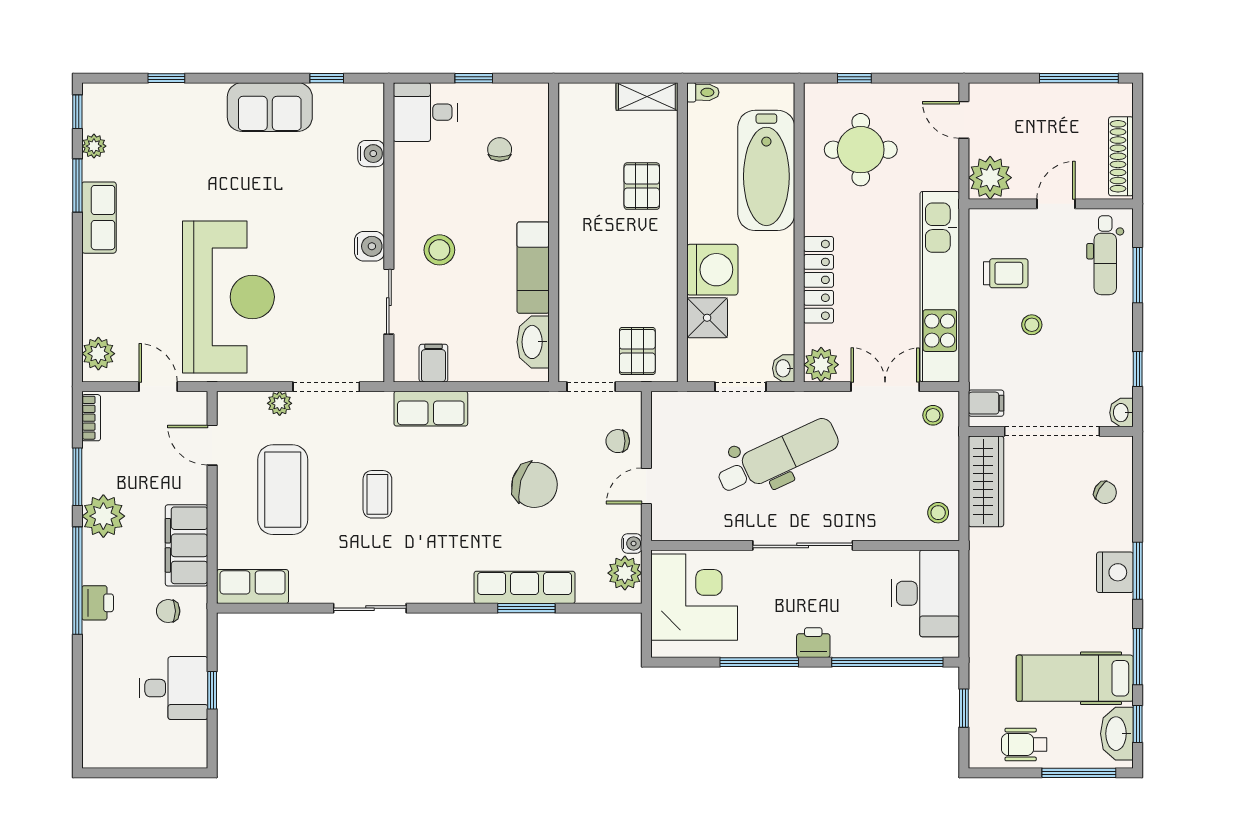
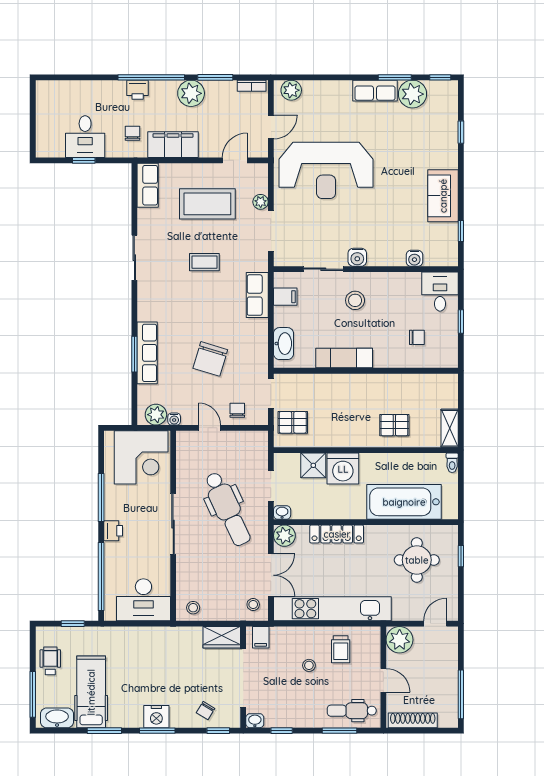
plant: (94, 146) -> (412, 94), width x1.87, depth x1.87
washbasin: (533, 342) -> (283, 344), moved, turned 90
wardrobe: (986, 481) -> (222, 637), width x0.67
window: (1138, 724) -> (218, 731), moved

